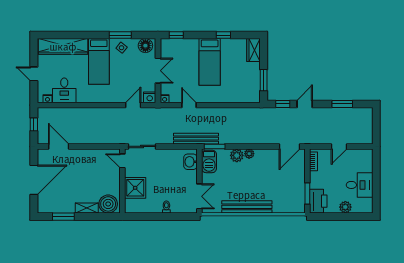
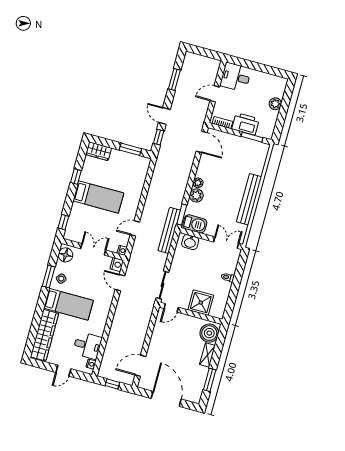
door: (339, 146) -> (215, 94), swing flipped
desk: (360, 185) -> (236, 77), moved, turned -90
printer: (318, 201) -> (246, 124), moved

